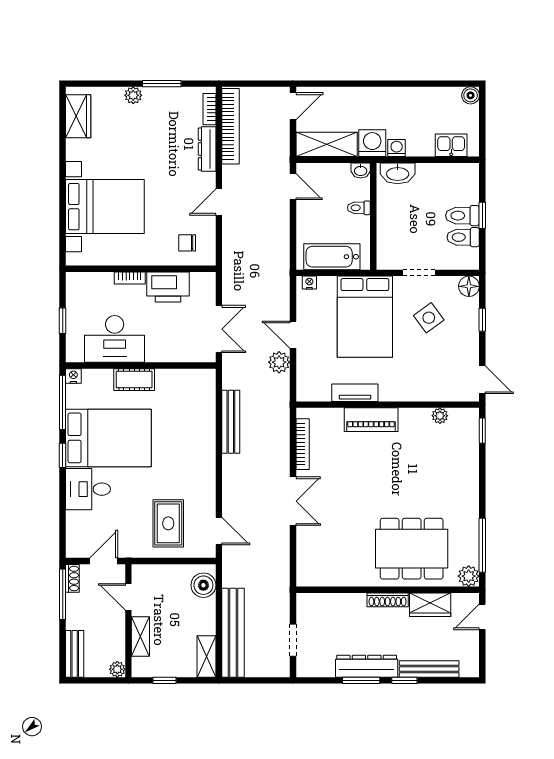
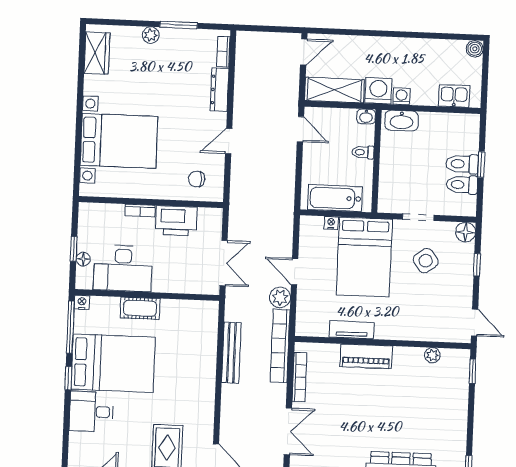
bookcase: (231, 126) -> (280, 346), moved, turned 180
nightstand: (309, 283) -> (331, 223), moved
floor lamp: (73, 331) -> (83, 259), added

